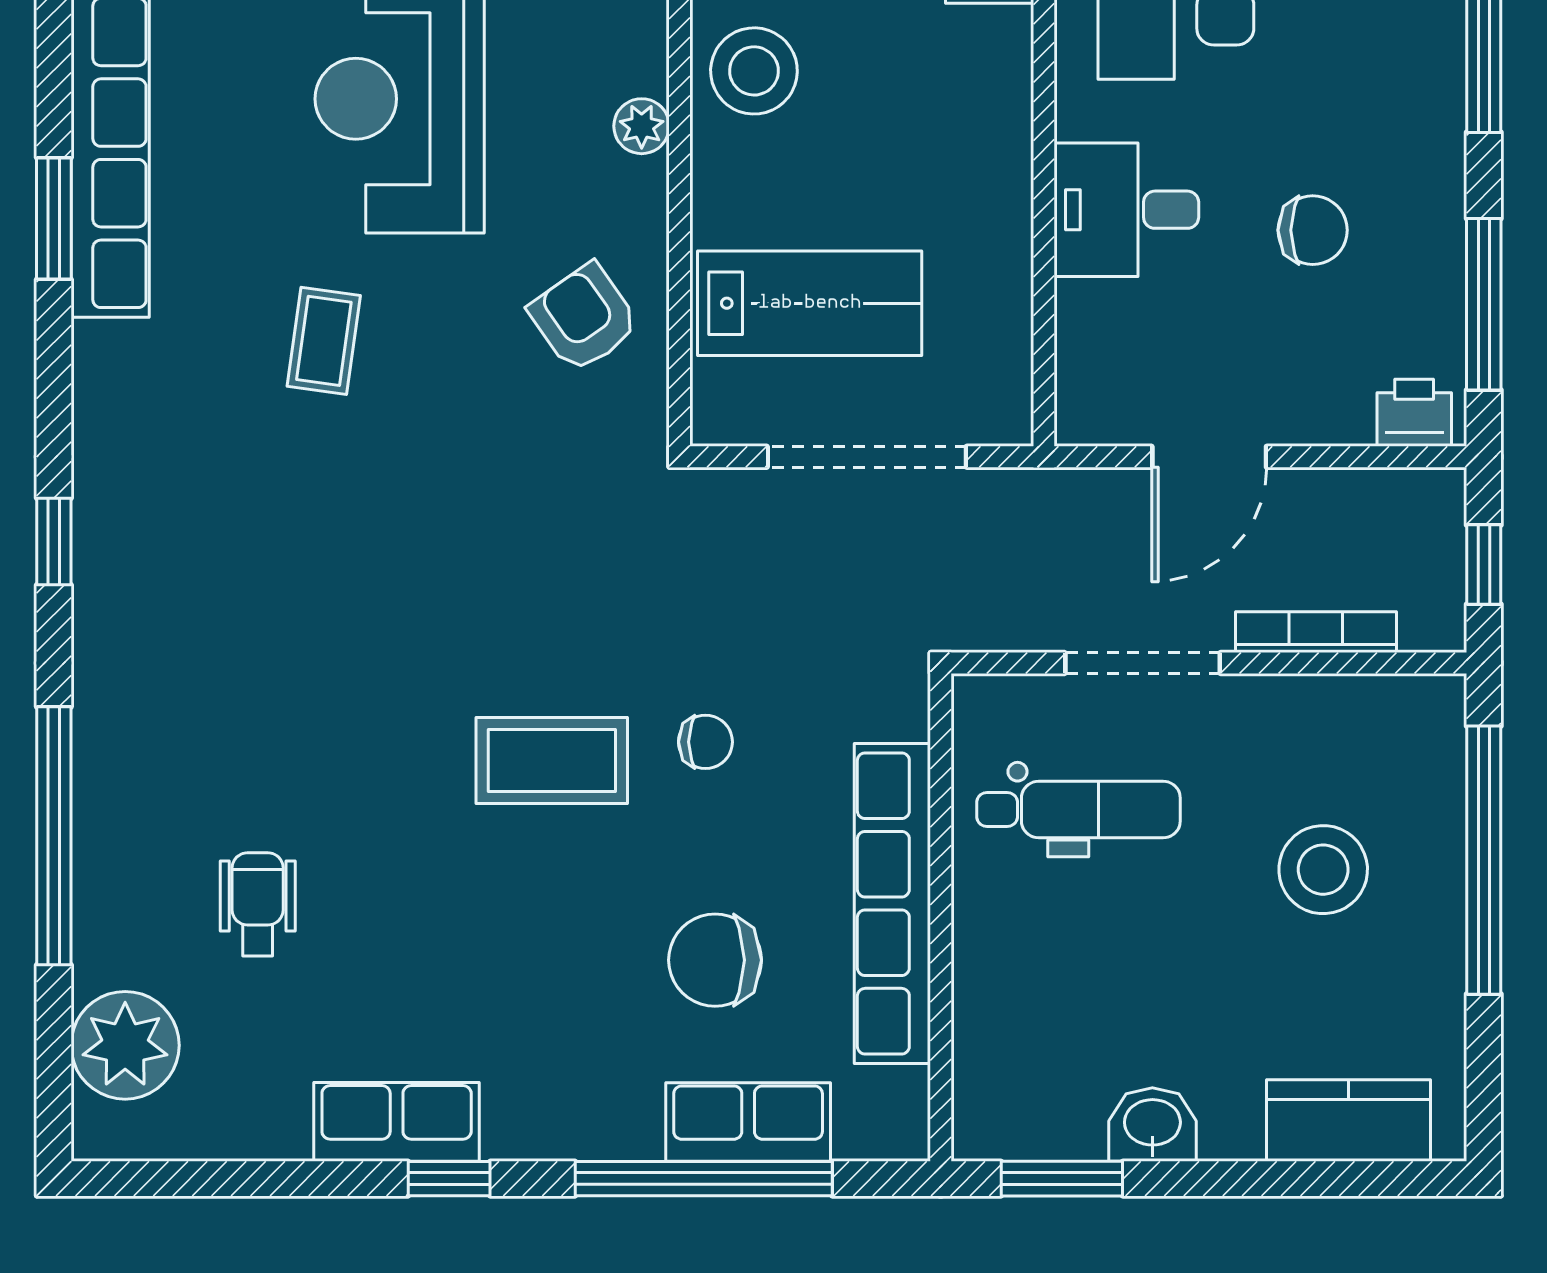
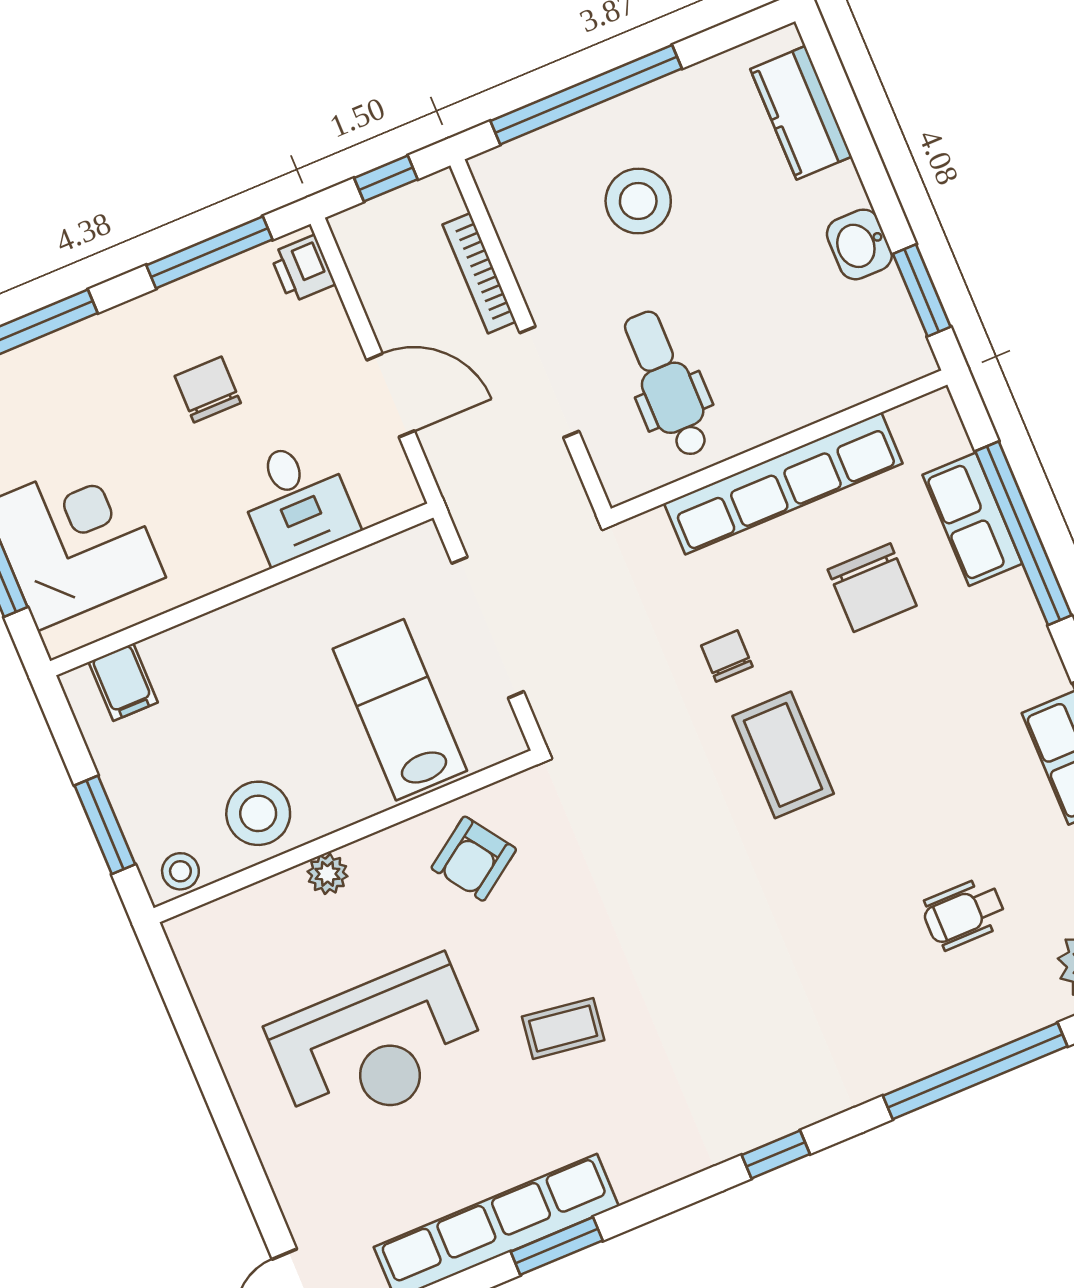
desk: (1126, 210) -> (297, 501), moved

